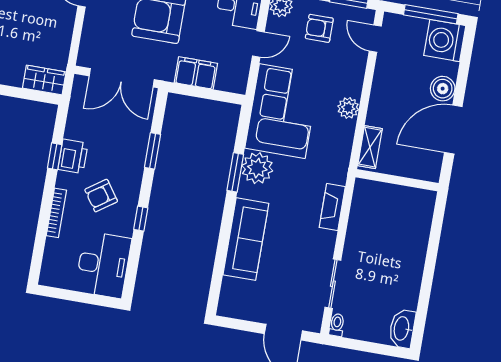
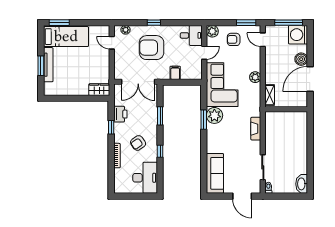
filing cabinet: (196, 73) -> (175, 73), width x0.50
printer: (73, 156) -> (120, 114), moved
sofa: (246, 239) -> (215, 173), moved

